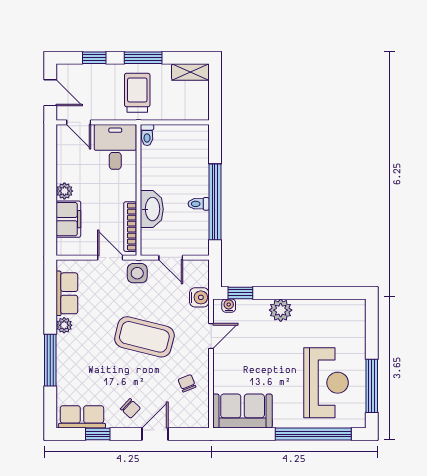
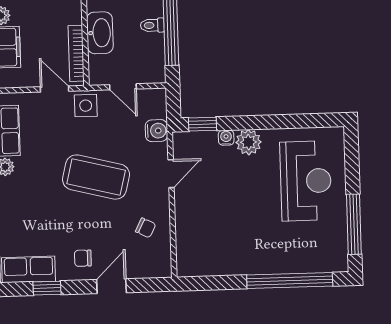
water cooler: (229, 306) -> (226, 138), moved
chair: (187, 383) -> (146, 228), turned 139
reception desk: (326, 383) -> (306, 181), moved
chair: (130, 408) -> (83, 258), turned 137
sofa: (243, 411) -> (209, 257), removed

